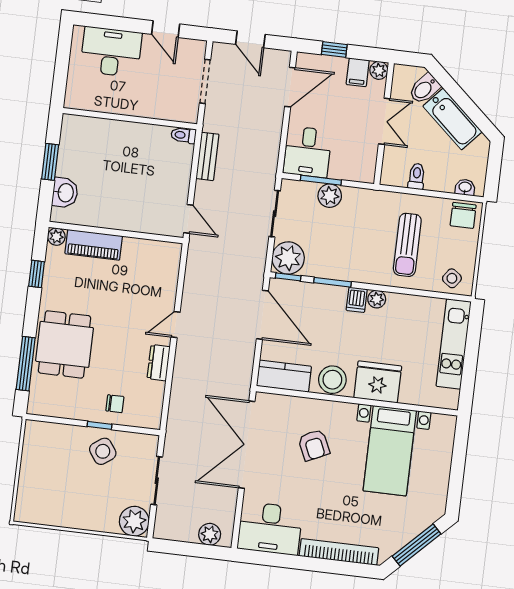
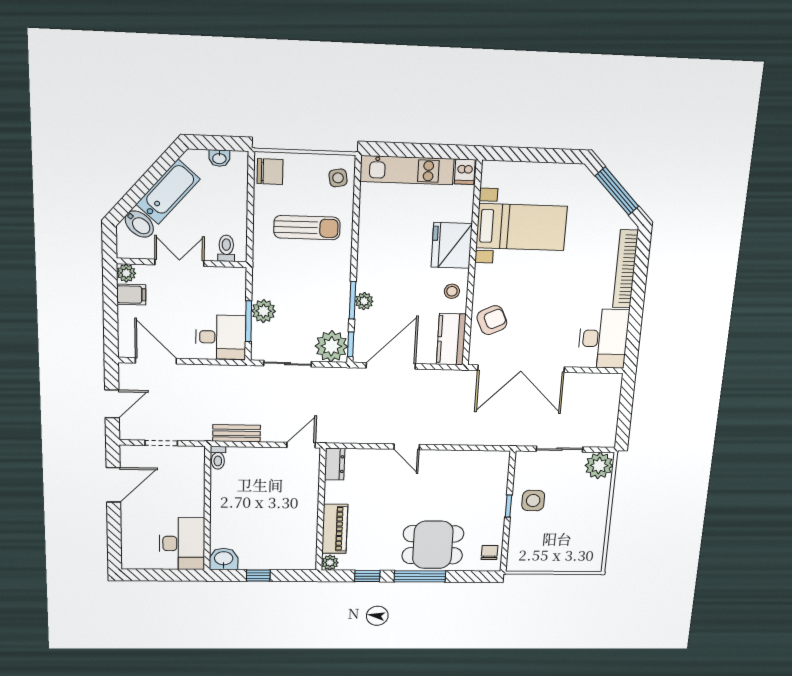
door: (166, 29) -> (113, 485), width x1.38
window: (334, 50) -> (111, 320), removed
desk: (111, 52) -> (182, 544), moved, turned 180
doorway: (205, 81) -> (161, 443), width x0.73
window: (50, 162) -> (258, 575), width x0.67
toilet: (417, 176) -> (226, 248), moved, turned 90
washbasin: (465, 187) -> (219, 158), moved, turned -90
washbasin: (65, 193) -> (224, 559), moved
side table: (452, 278) -> (338, 178), turned 45
plant: (377, 299) -> (364, 301), moved
dishwasher: (357, 300) -> (465, 172), moved, turned 90
dresser: (159, 363) -> (335, 464), moved, turned -90
window: (26, 364) -> (420, 576), moved
stool: (332, 380) -> (452, 291), width x0.53, depth x0.53
chair: (115, 404) -> (490, 552), moved
armchair: (314, 445) -> (492, 320), moved
side table: (103, 451) -> (533, 501), turned 35
plant: (210, 534) -> (610, 395), removed

